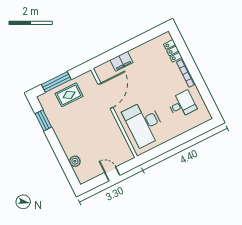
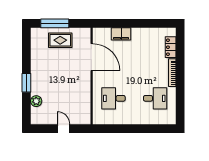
door: (105, 96) -> (92, 57), hinge flipped
window: (43, 120) -> (26, 83), moved
desk: (144, 123) -> (113, 98), width x0.53, depth x0.77

